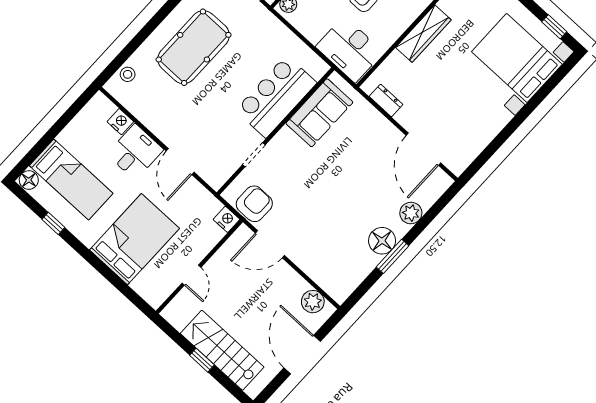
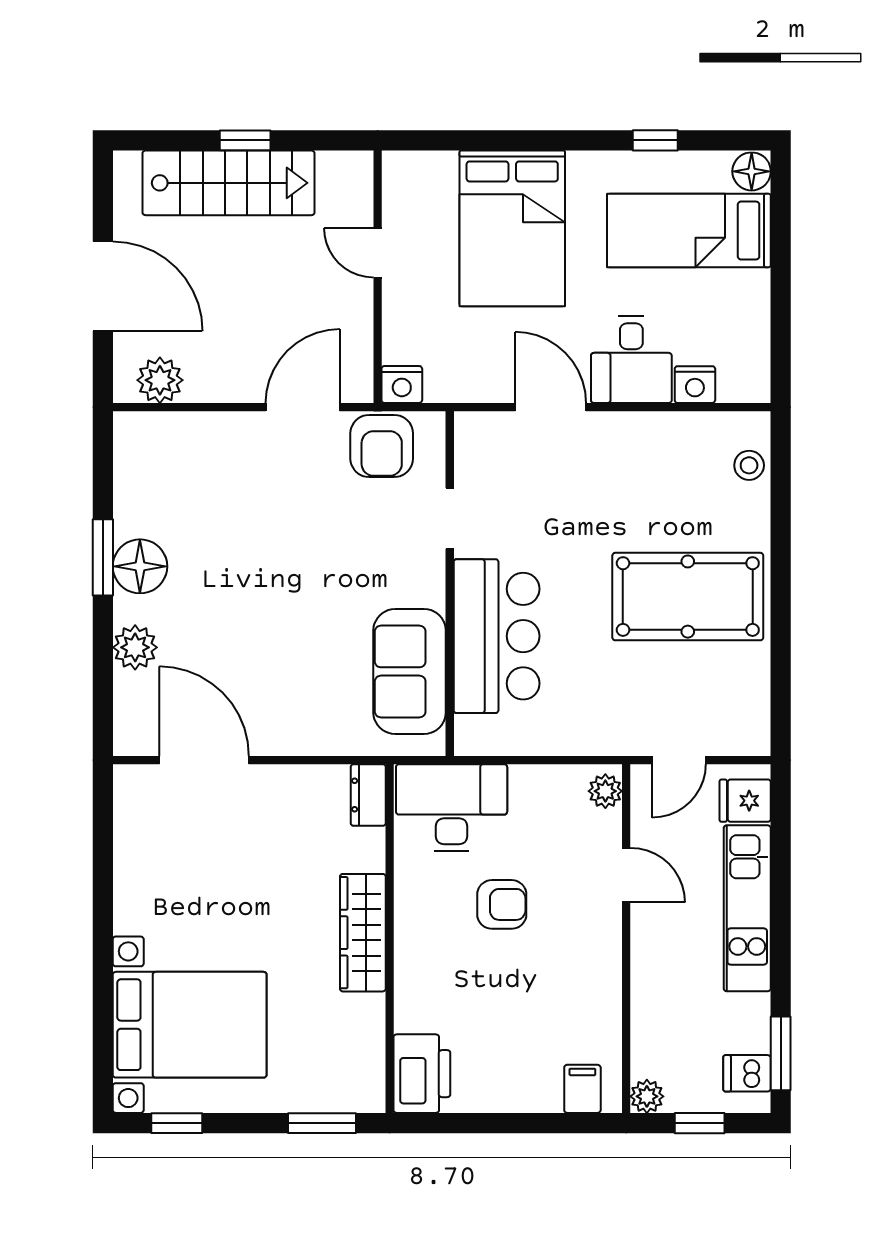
pool table: (194, 47) -> (688, 597), turned 90
dresser: (386, 100) -> (368, 795), moved, turned 90

